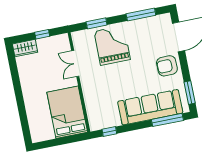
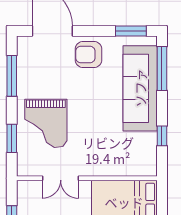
grand piano: (112, 45) -> (46, 123), turned -90
armchair: (167, 66) -> (89, 55), turned 91
window: (109, 132) -> (162, 136), moved

